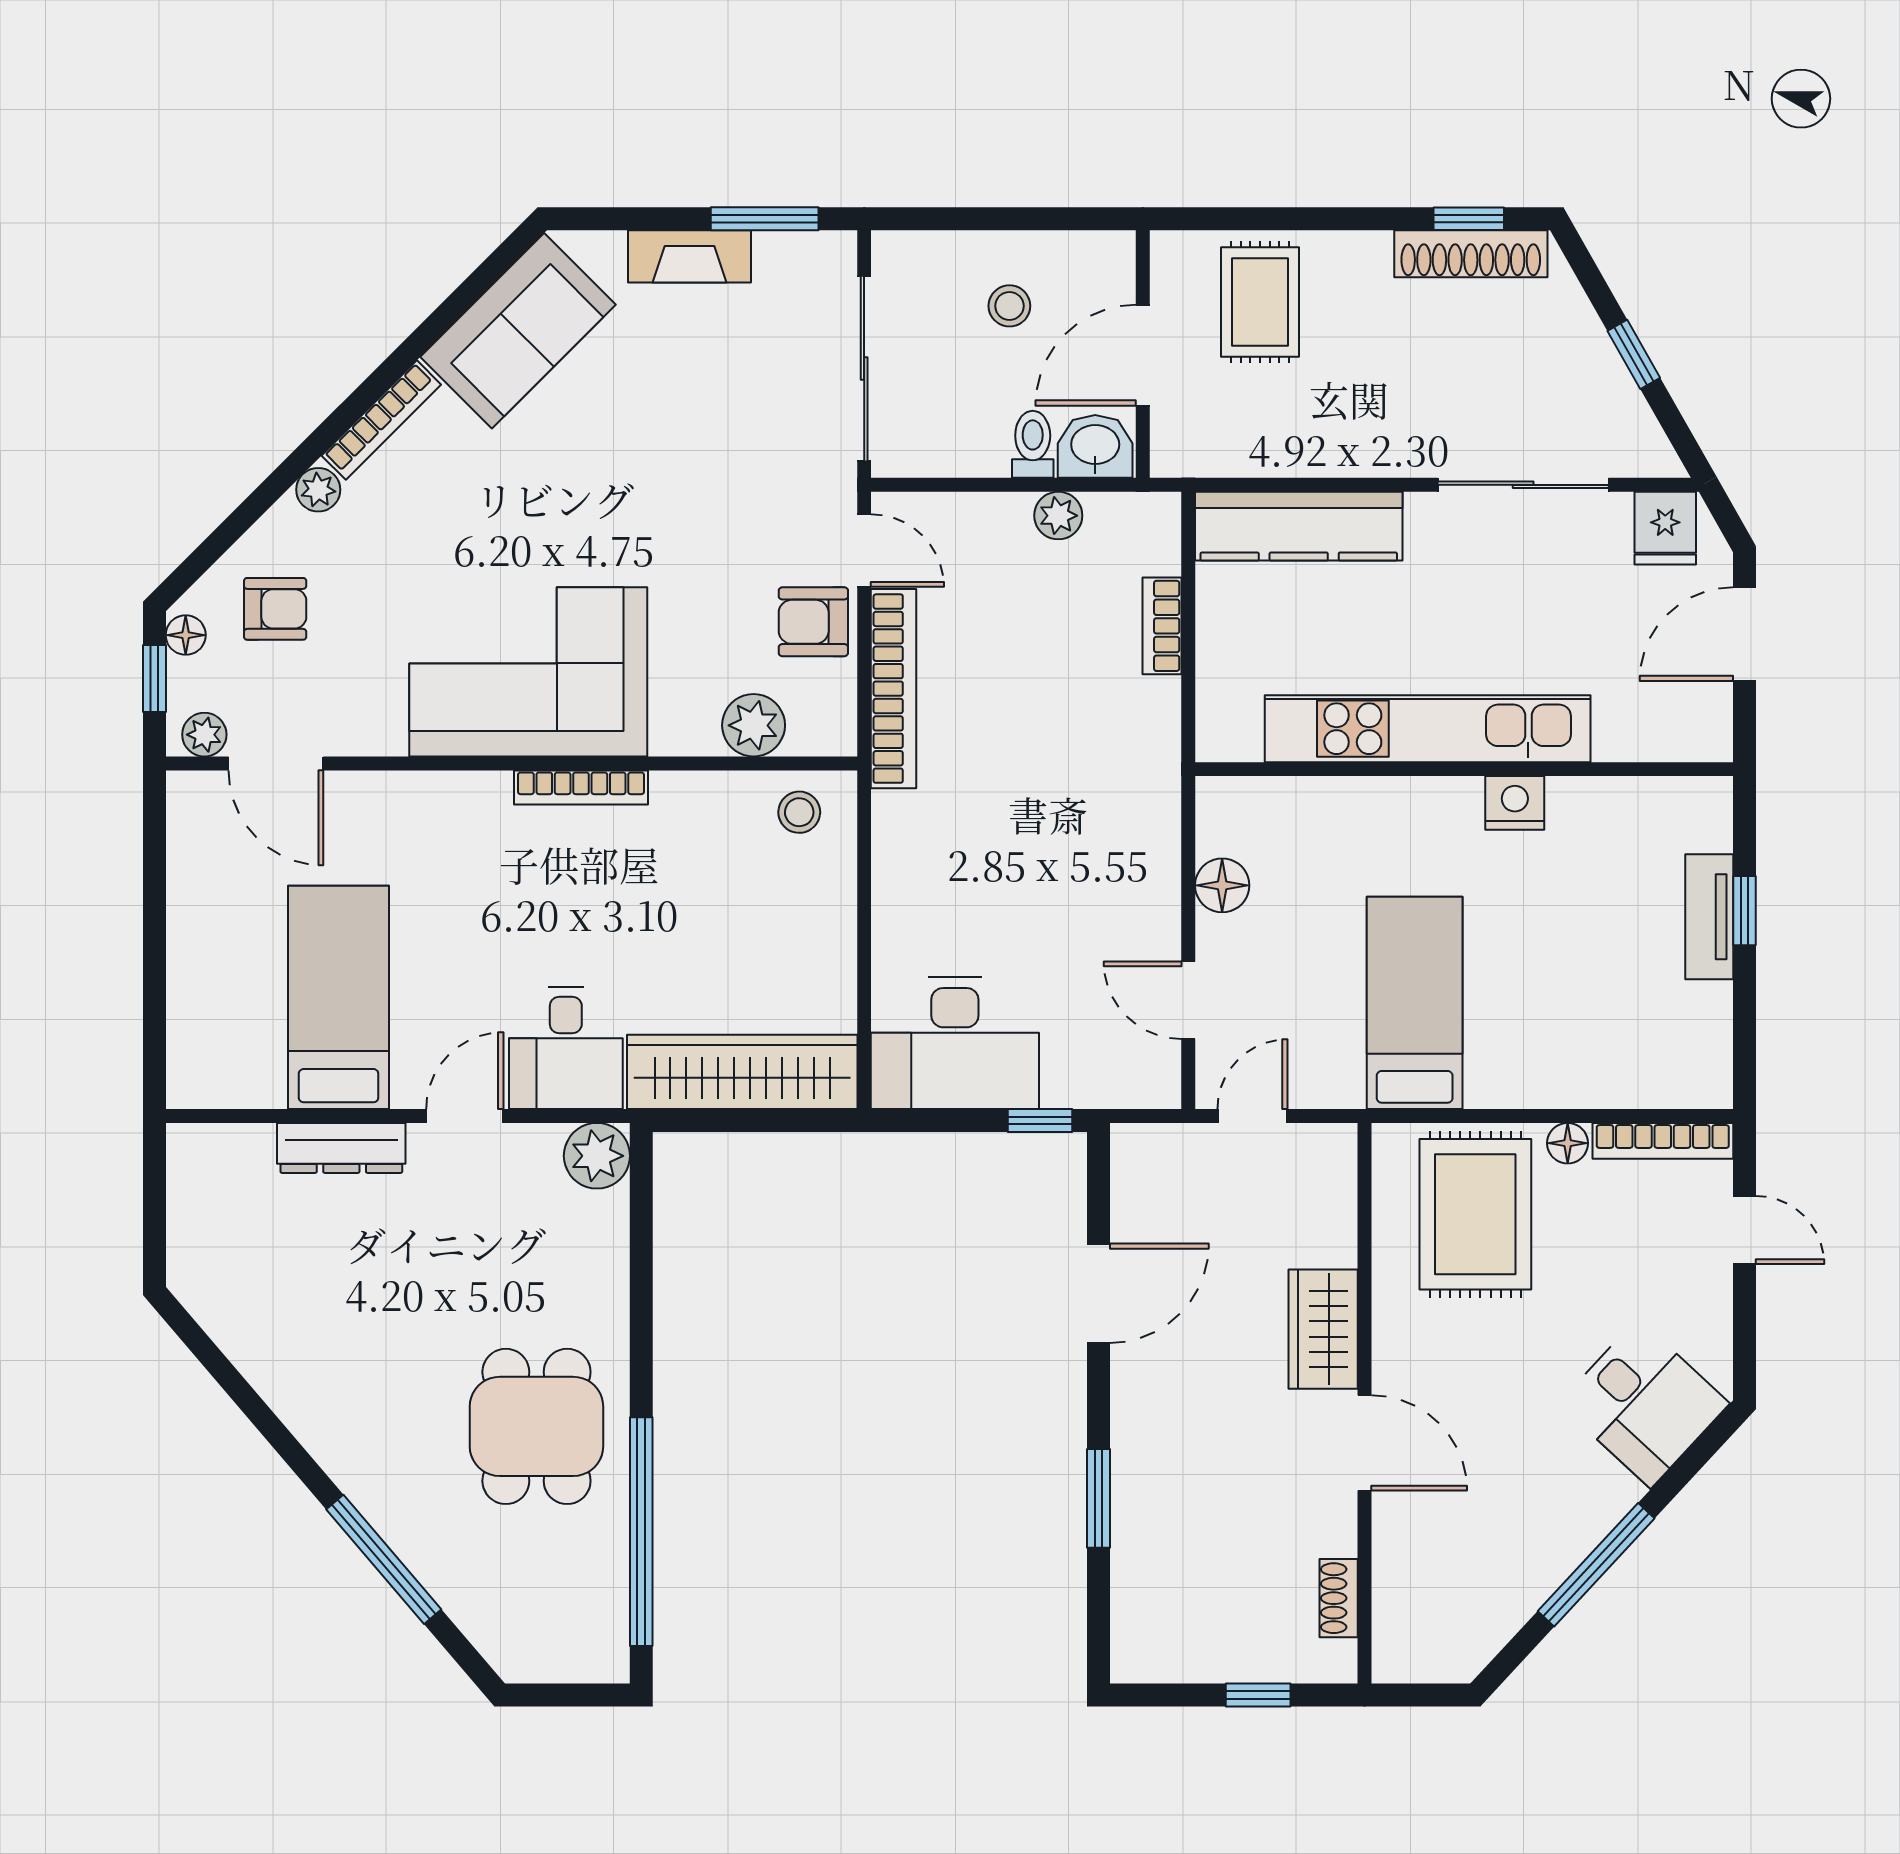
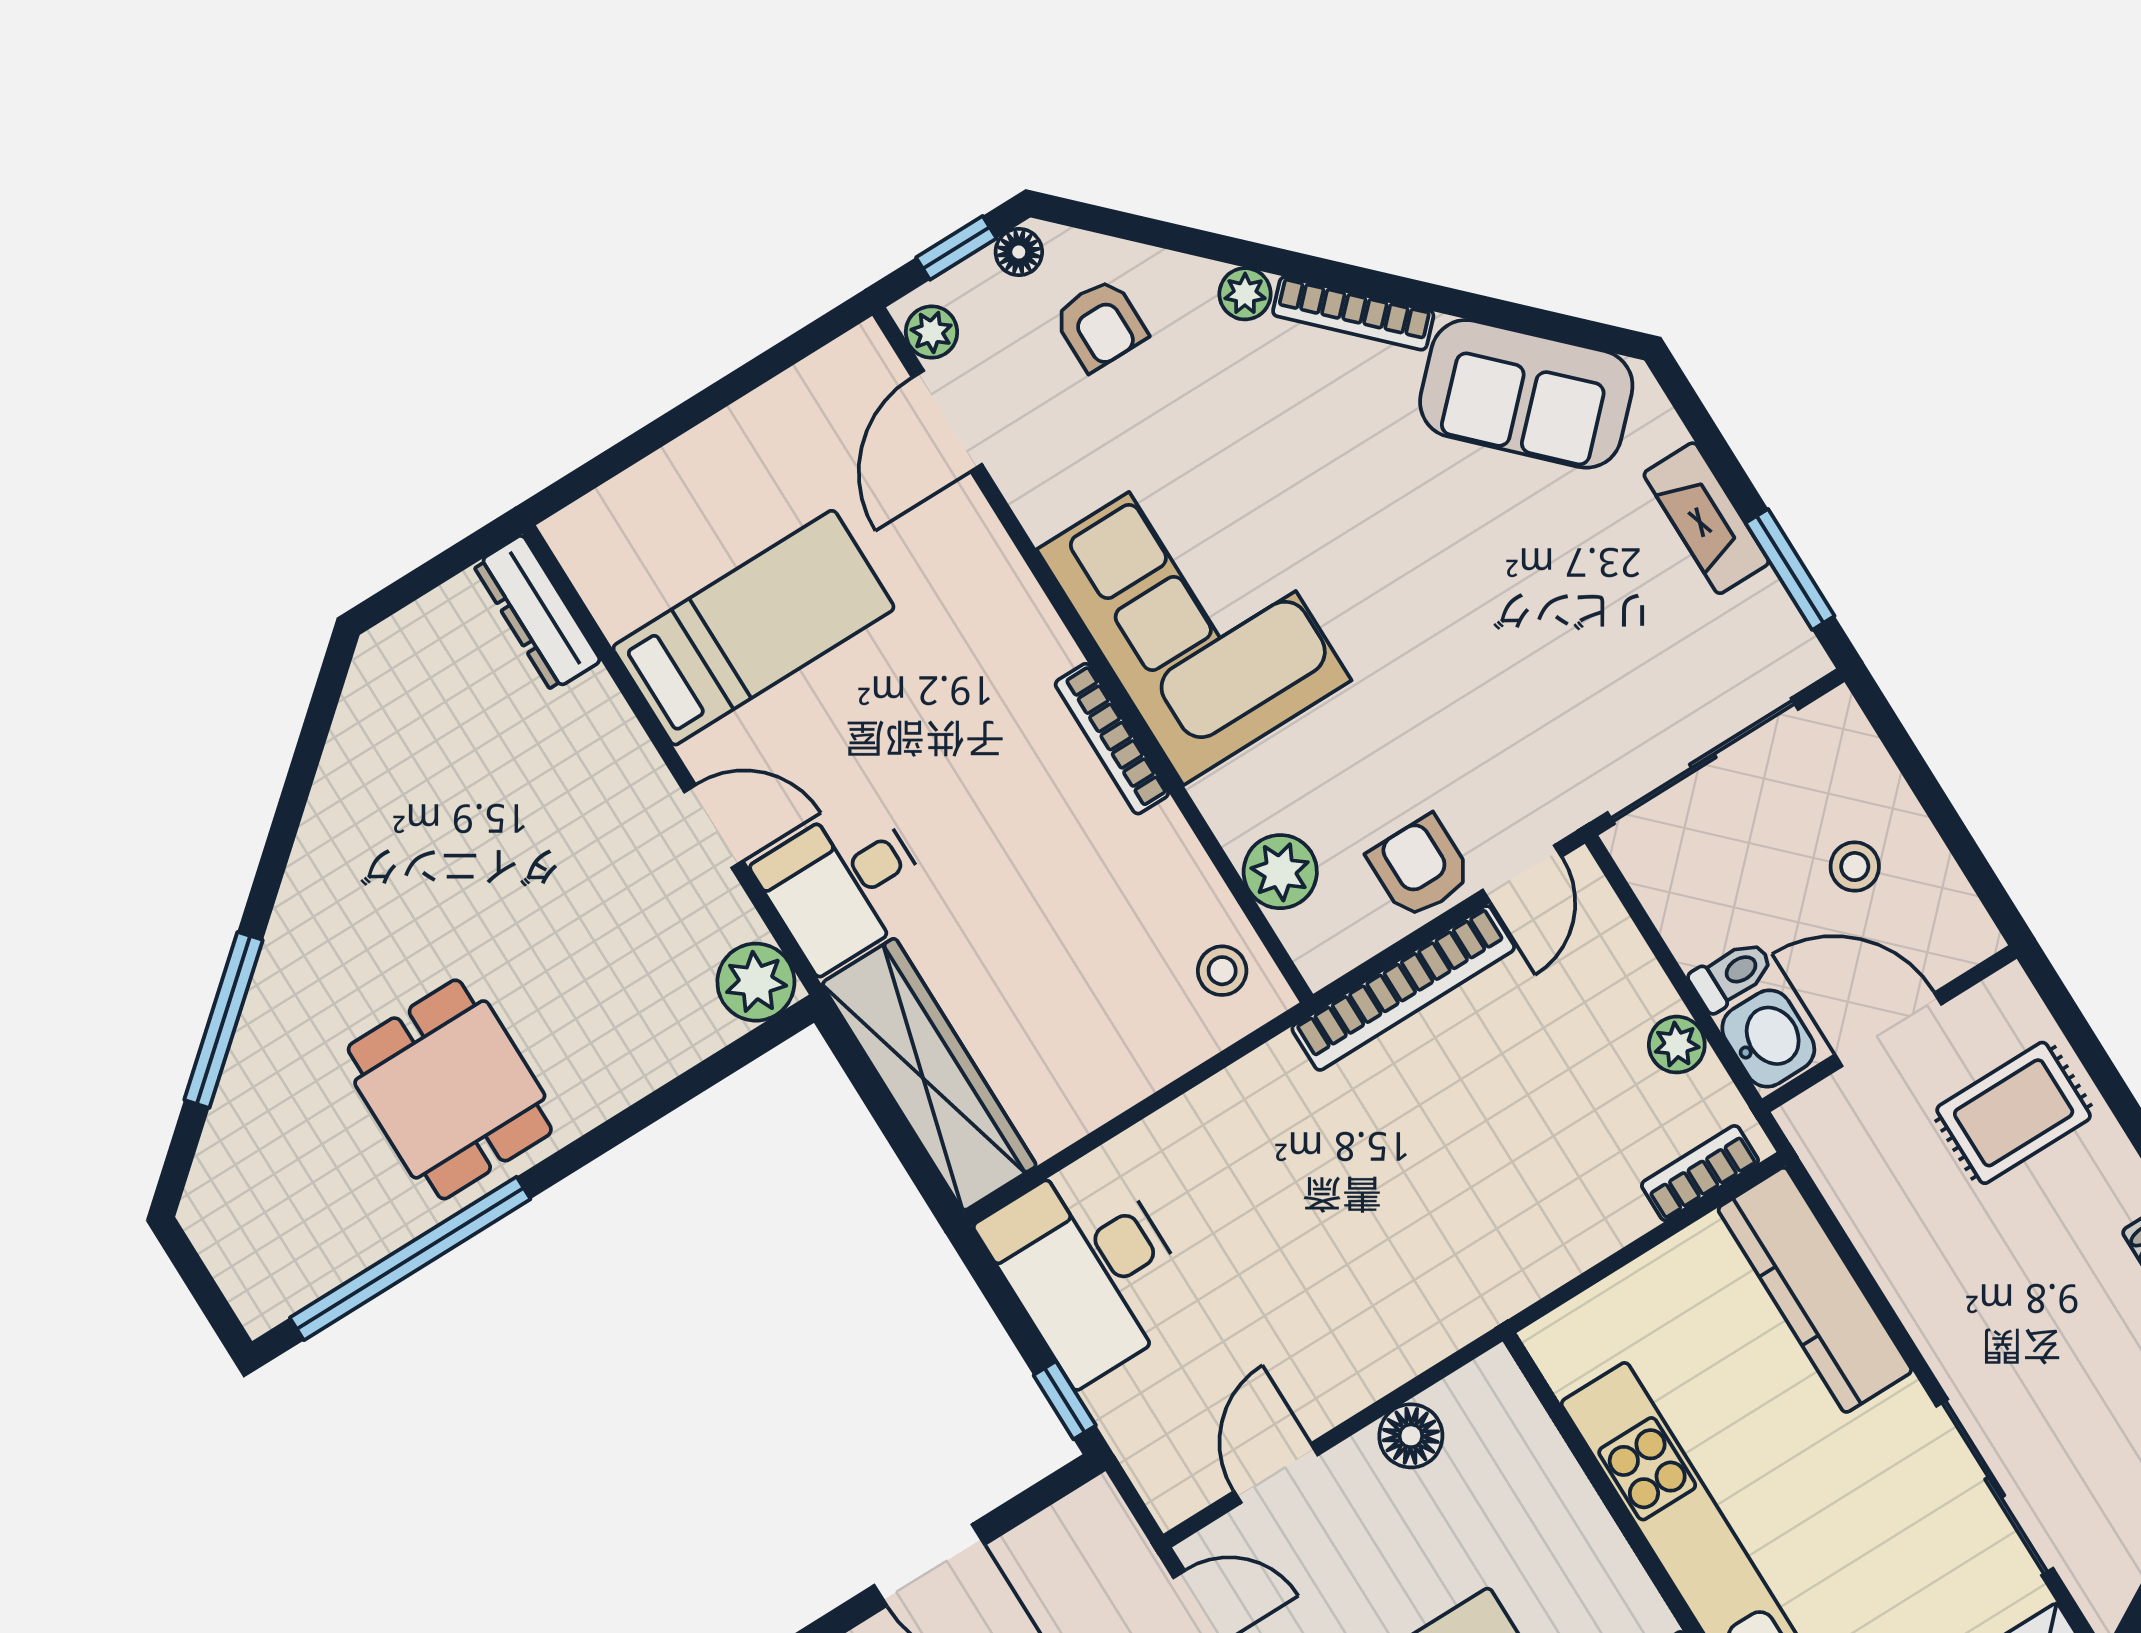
bookcase: (1162, 626) -> (1700, 1173), moved
dresser: (341, 1148) -> (537, 613), moved
dining table: (536, 1426) -> (450, 1089), turned 90

